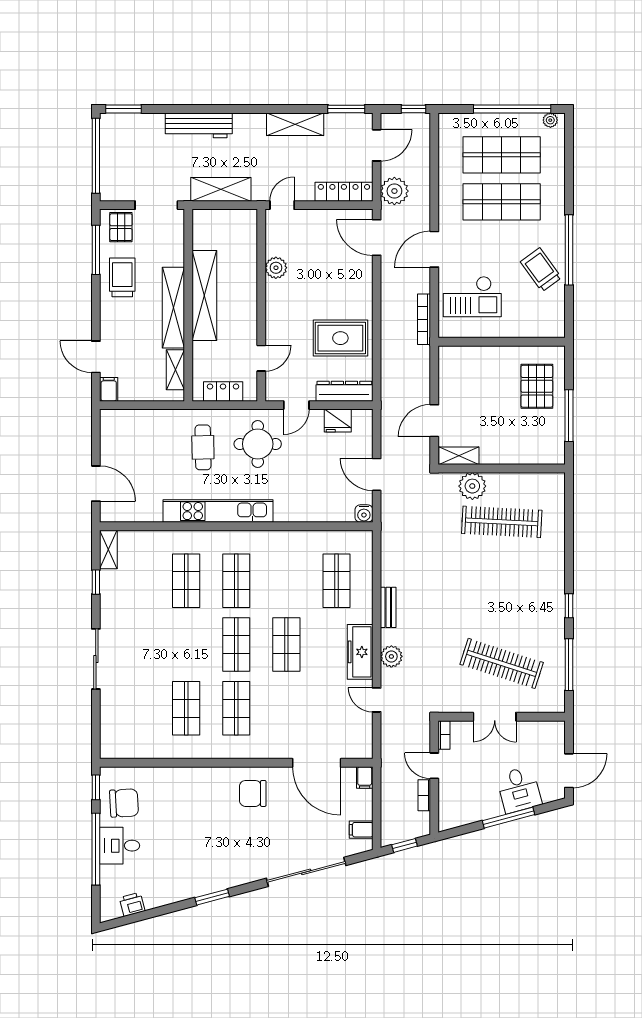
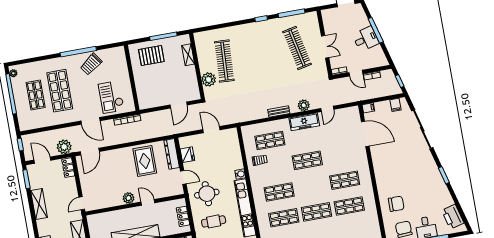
shop shelf: (502, 155) -> (36, 95), width x0.70, depth x0.74
locker: (344, 192) -> (68, 168), width x0.66
door: (282, 205) -> (82, 203), hinge flipped
plant: (276, 268) -> (129, 198), moved
checkout: (472, 297) -> (111, 97), turned 180
door: (261, 358) -> (148, 202), moved
door: (434, 421) -> (179, 105), hinge flipped
shelving: (459, 456) -> (188, 55), moved
door: (377, 474) -> (211, 130), swing flipped
water cooler: (364, 514) -> (240, 174), moved
trolley: (303, 555) -> (260, 160), added
shop shelf: (236, 645) -> (317, 212), moved
clothes rail: (502, 663) -> (297, 48), turned -30
door: (317, 763) -> (365, 134), hinge flipped
door: (434, 766) -> (356, 73), hinge flipped
desk: (519, 790) -> (366, 39), moved
chair: (253, 793) -> (396, 204), moved, turned -90
printer: (132, 904) -> (453, 217), width x1.87, depth x1.48

